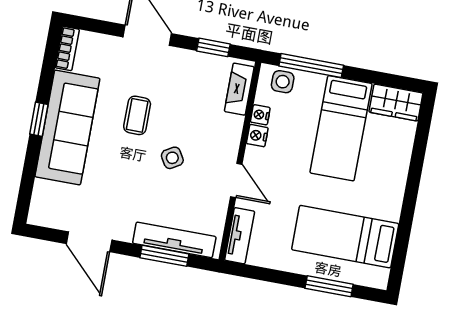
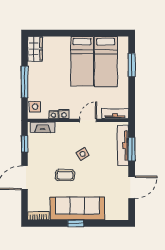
window: (311, 66) -> (24, 82), moved
bed: (341, 128) -> (82, 61), moved, turned 90

